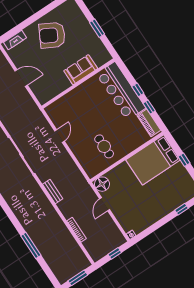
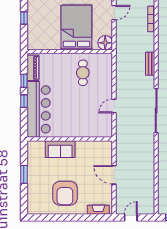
armchair: (52, 35) -> (65, 193), turned 62
bed: (153, 160) -> (76, 28), moved, turned -90
door: (105, 204) -> (114, 13), moved

